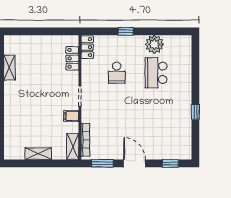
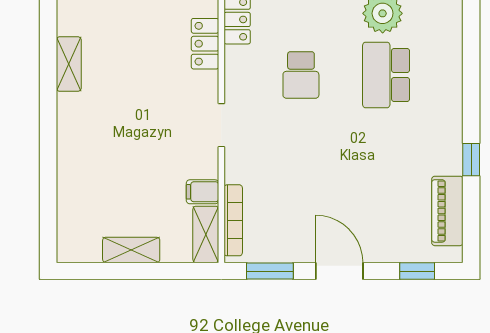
filing cabinet: (71, 116) -> (202, 192), moved
piano: (184, 136) -> (447, 211), added

